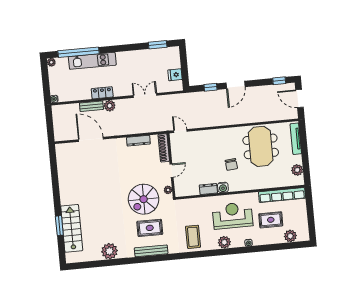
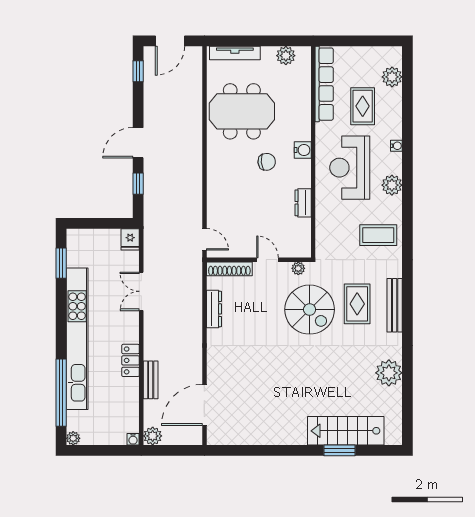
kitchen unit: (92, 61) -> (77, 339), width x1.86
fridge: (175, 75) -> (130, 239), moved
door: (236, 85) -> (138, 143), swing flipped
plant: (110, 106) -> (153, 436), moved
door: (180, 131) -> (204, 239), swing flipped
door: (91, 139) -> (204, 405), moved
water cooler: (223, 187) -> (303, 150), moved

